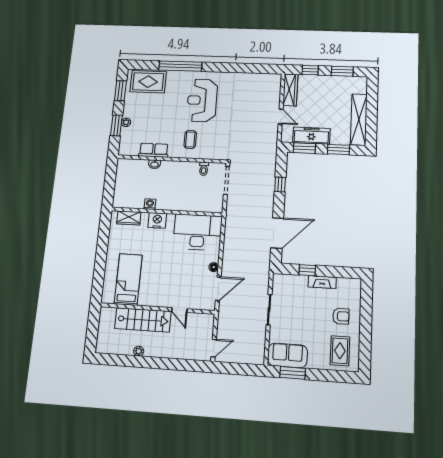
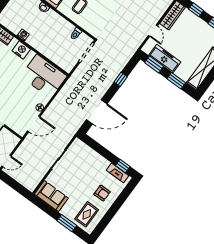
window: (307, 270) -> (123, 166), moved
fireplace: (322, 282) -> (118, 173), moved
window: (293, 373) -> (67, 223), moved

